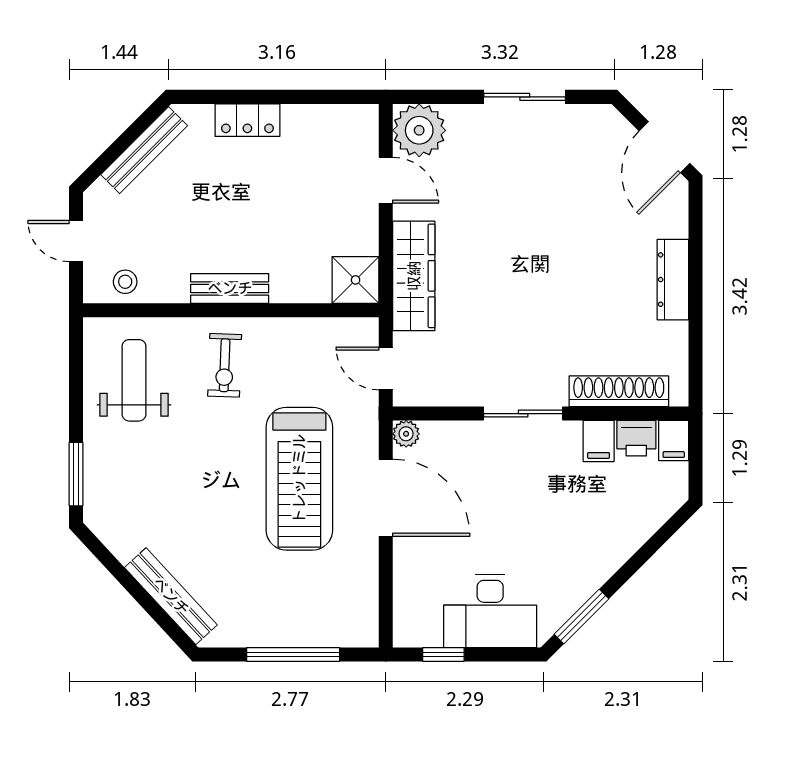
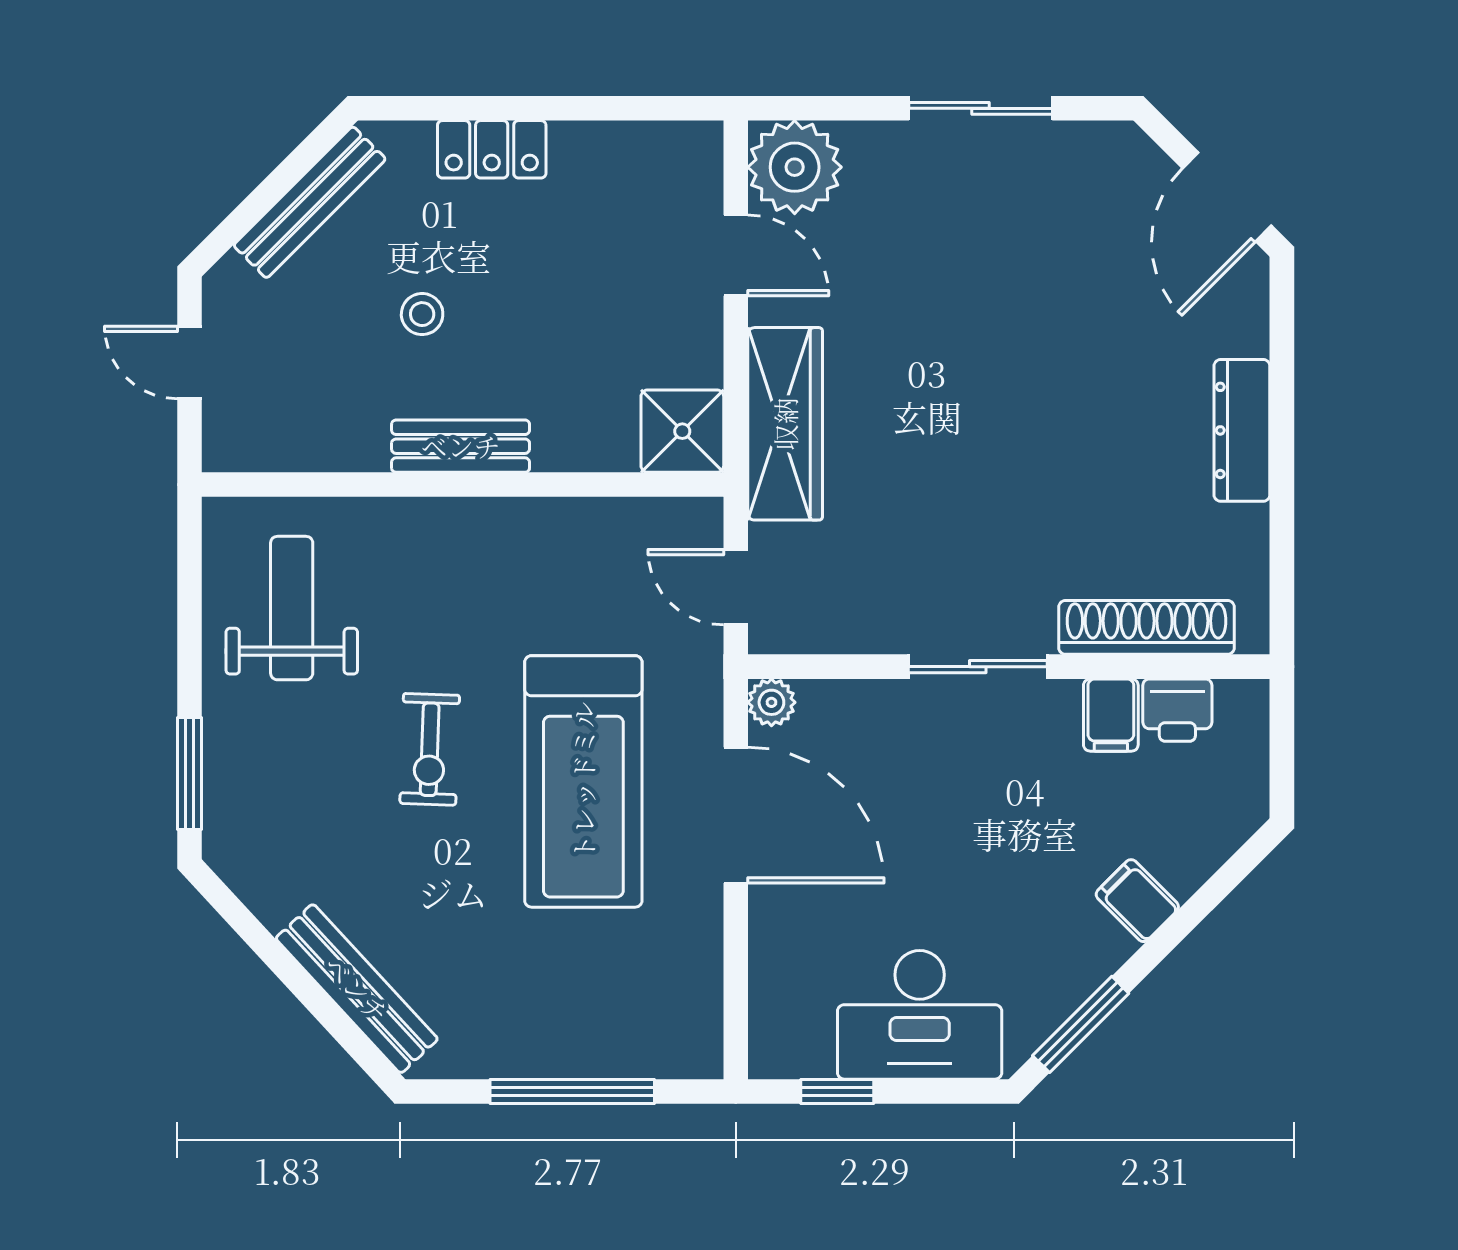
stool: (125, 282) -> (422, 314), moved
exercise bike: (225, 365) -> (430, 749), moved
filing cabinet: (674, 440) -> (1137, 901), moved, turned 135

